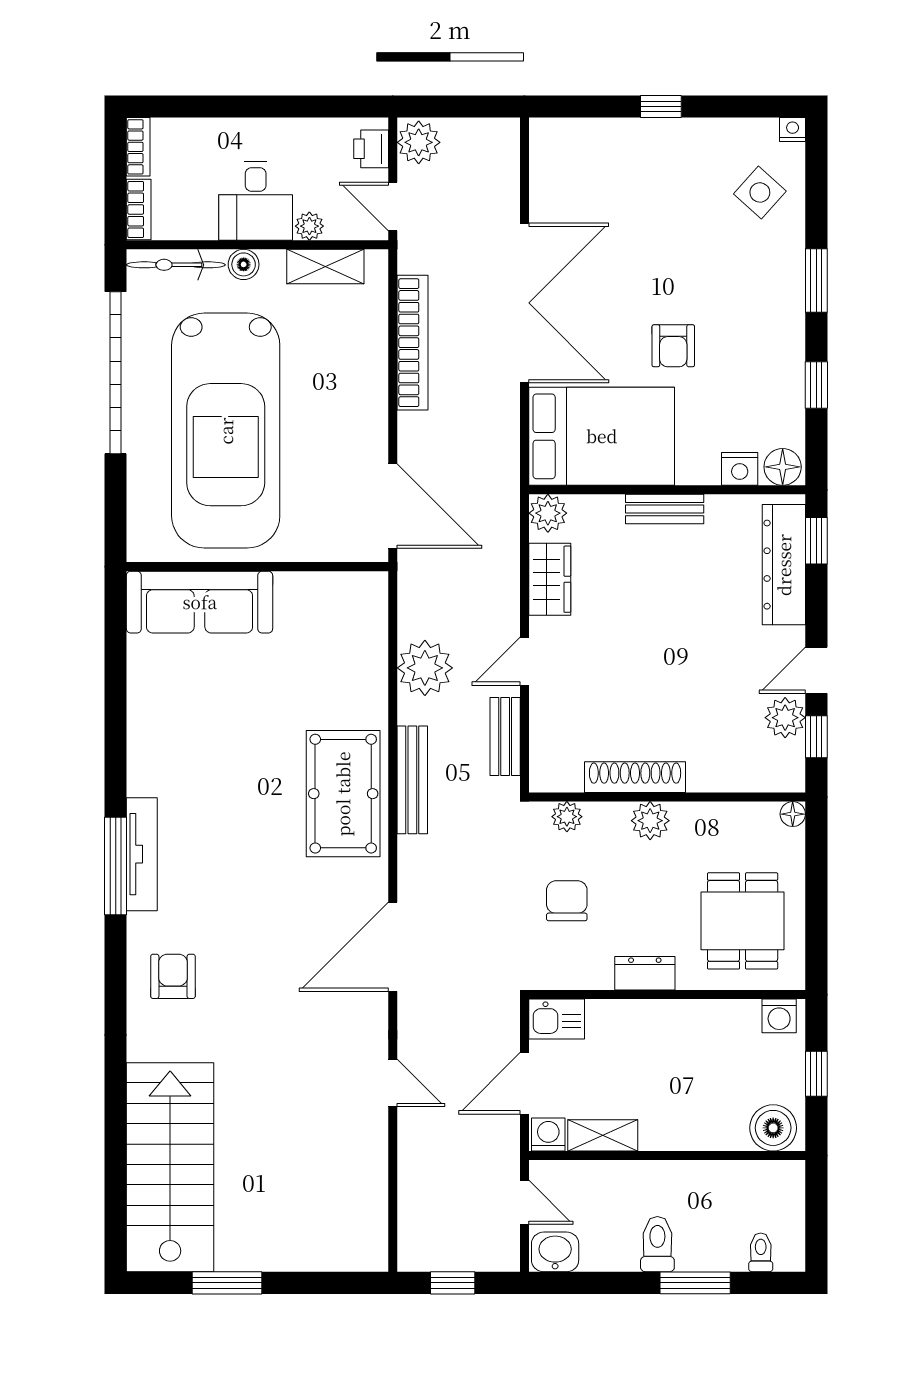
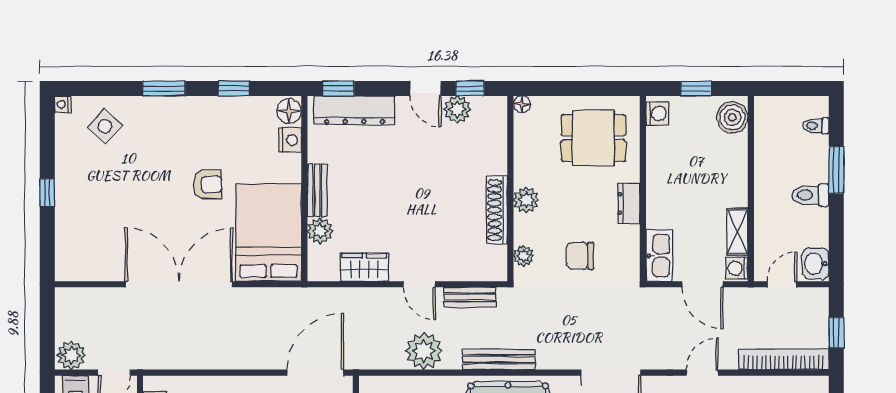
bookcase: (412, 343) -> (784, 359), moved
plant: (548, 513) -> (320, 231), moved
kitchen sink: (557, 1019) -> (659, 256), width x1.38

